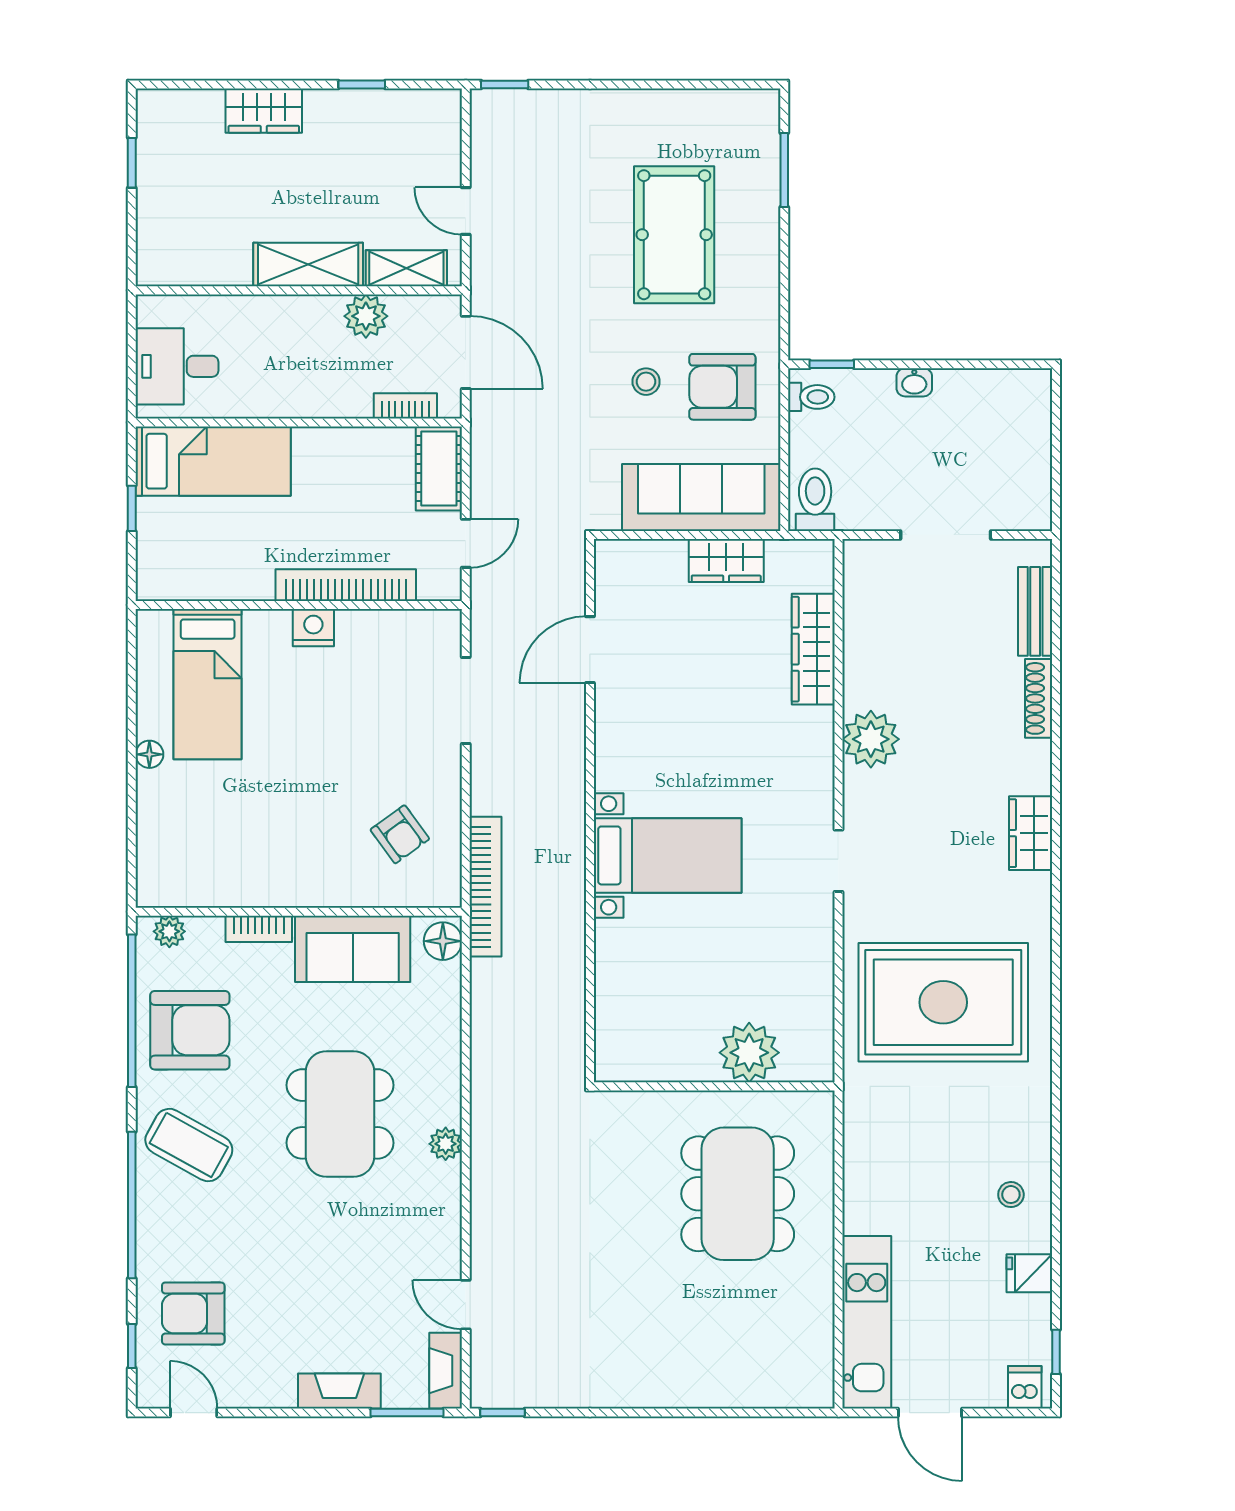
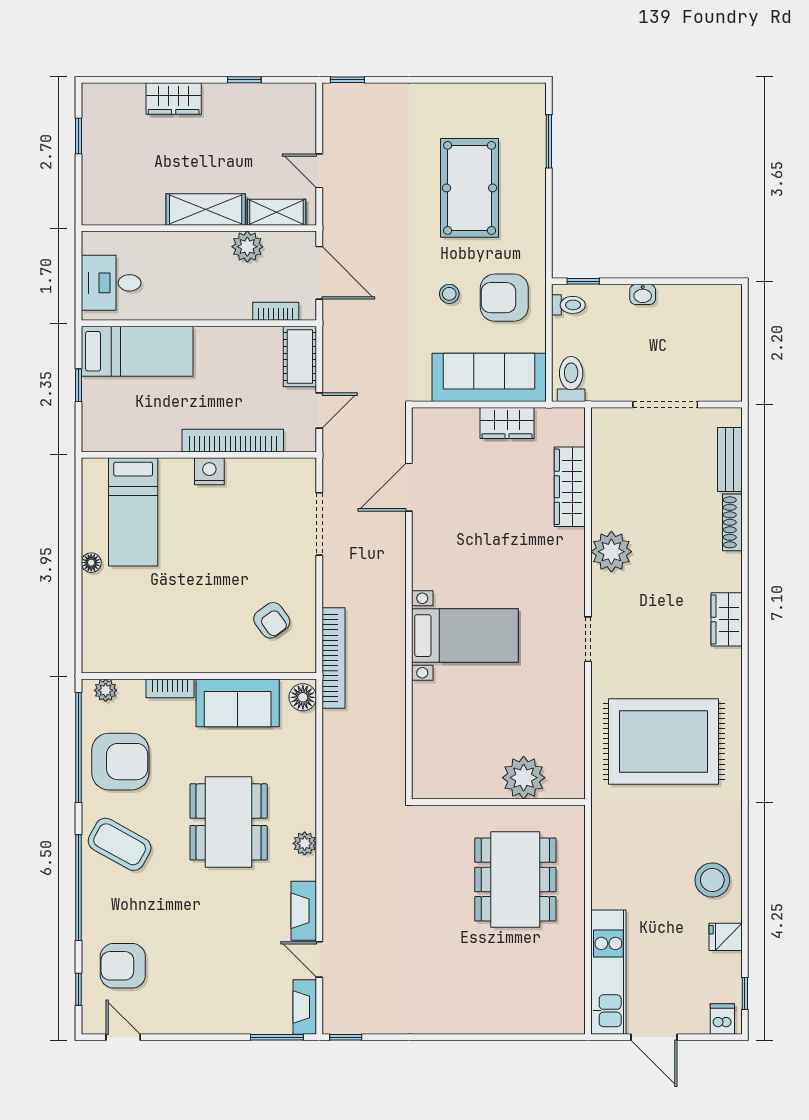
stool: (1011, 1195) -> (712, 880), width x1.89, depth x1.89
fireplace: (339, 1391) -> (304, 911), moved, turned -90

